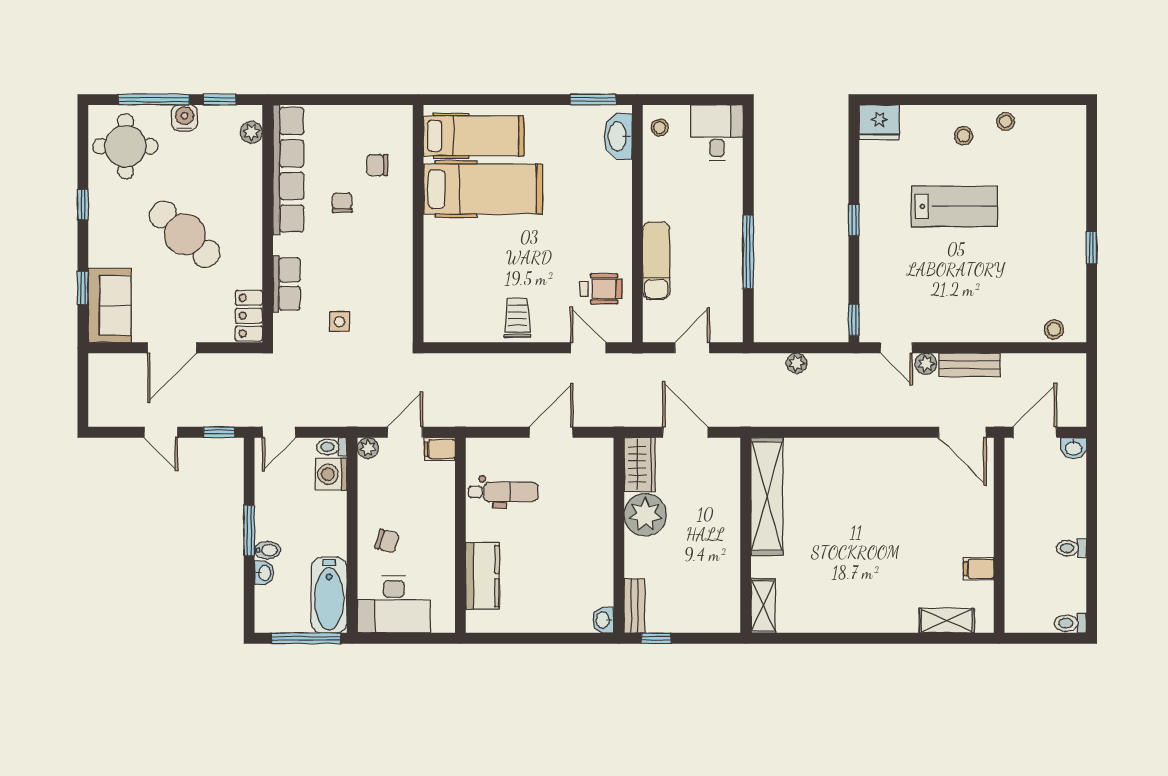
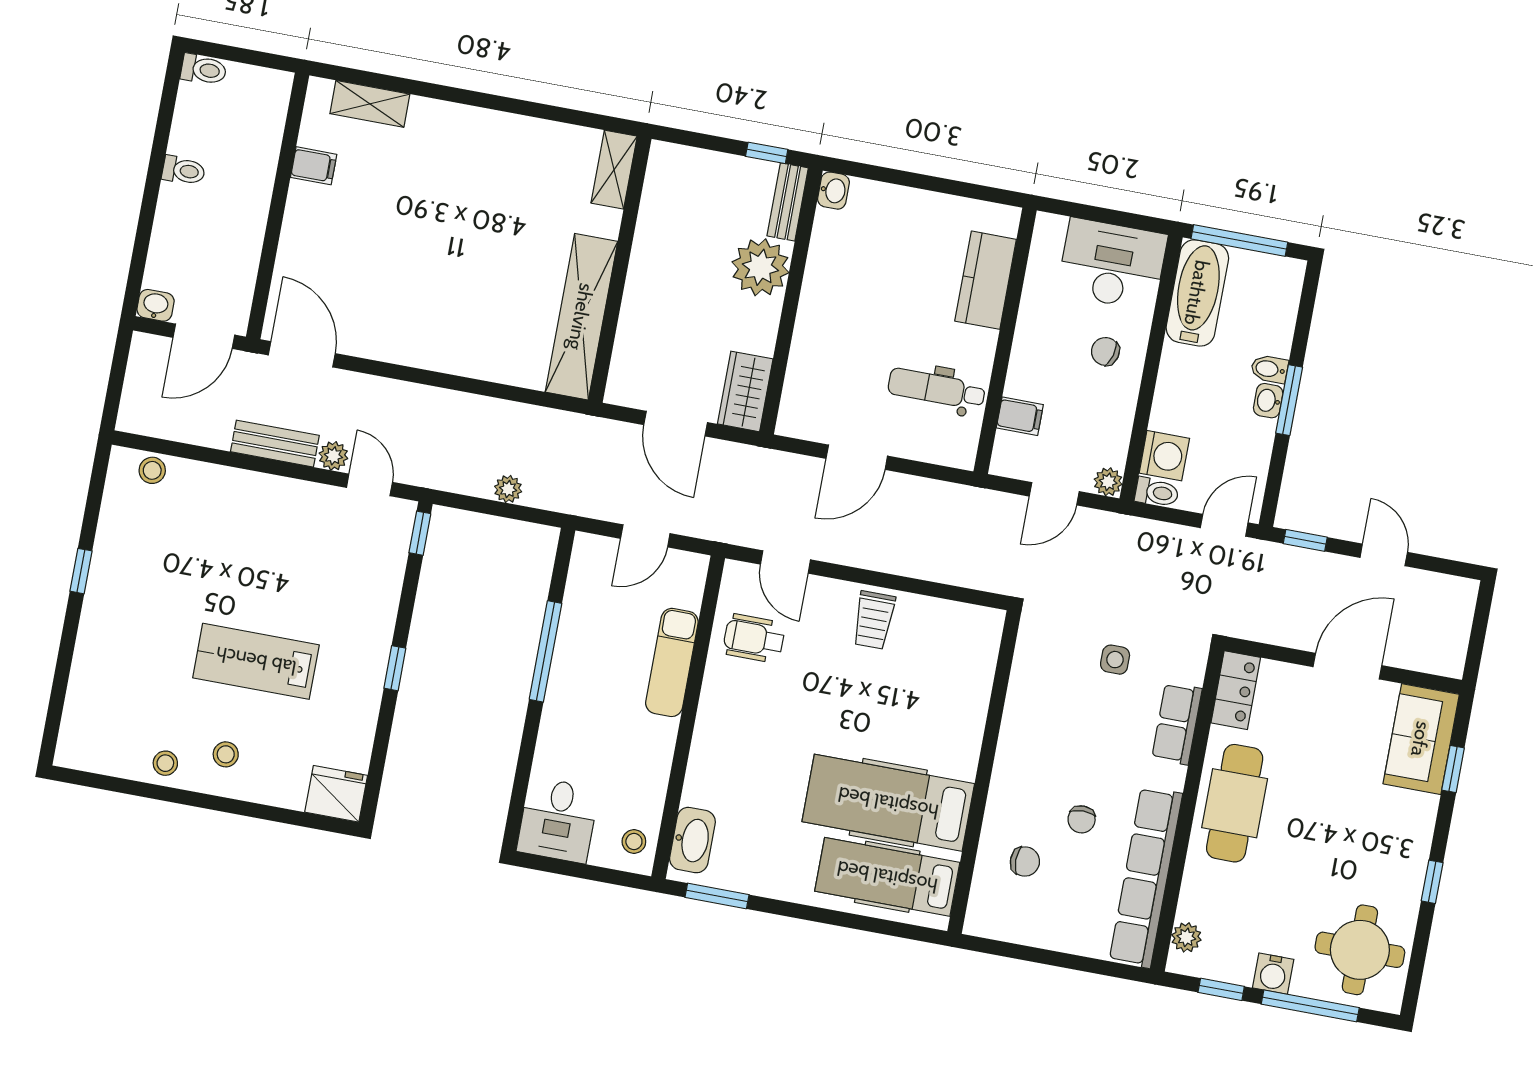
cafe table: (185, 234) -> (1235, 803), moved, turned 48
filing cabinet: (440, 449) -> (1020, 416), moved
plant: (645, 515) -> (760, 267), moved
washbasin: (264, 573) -> (1268, 401), moved

